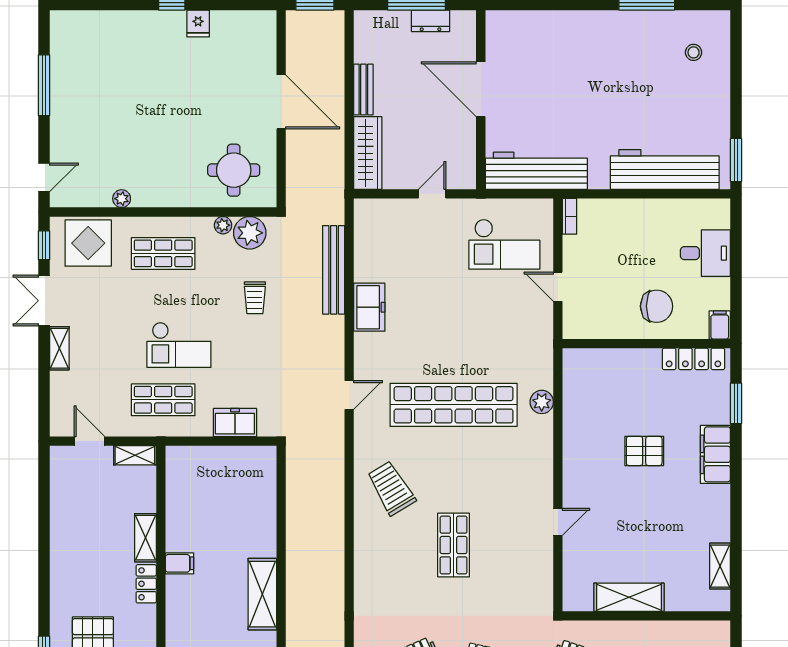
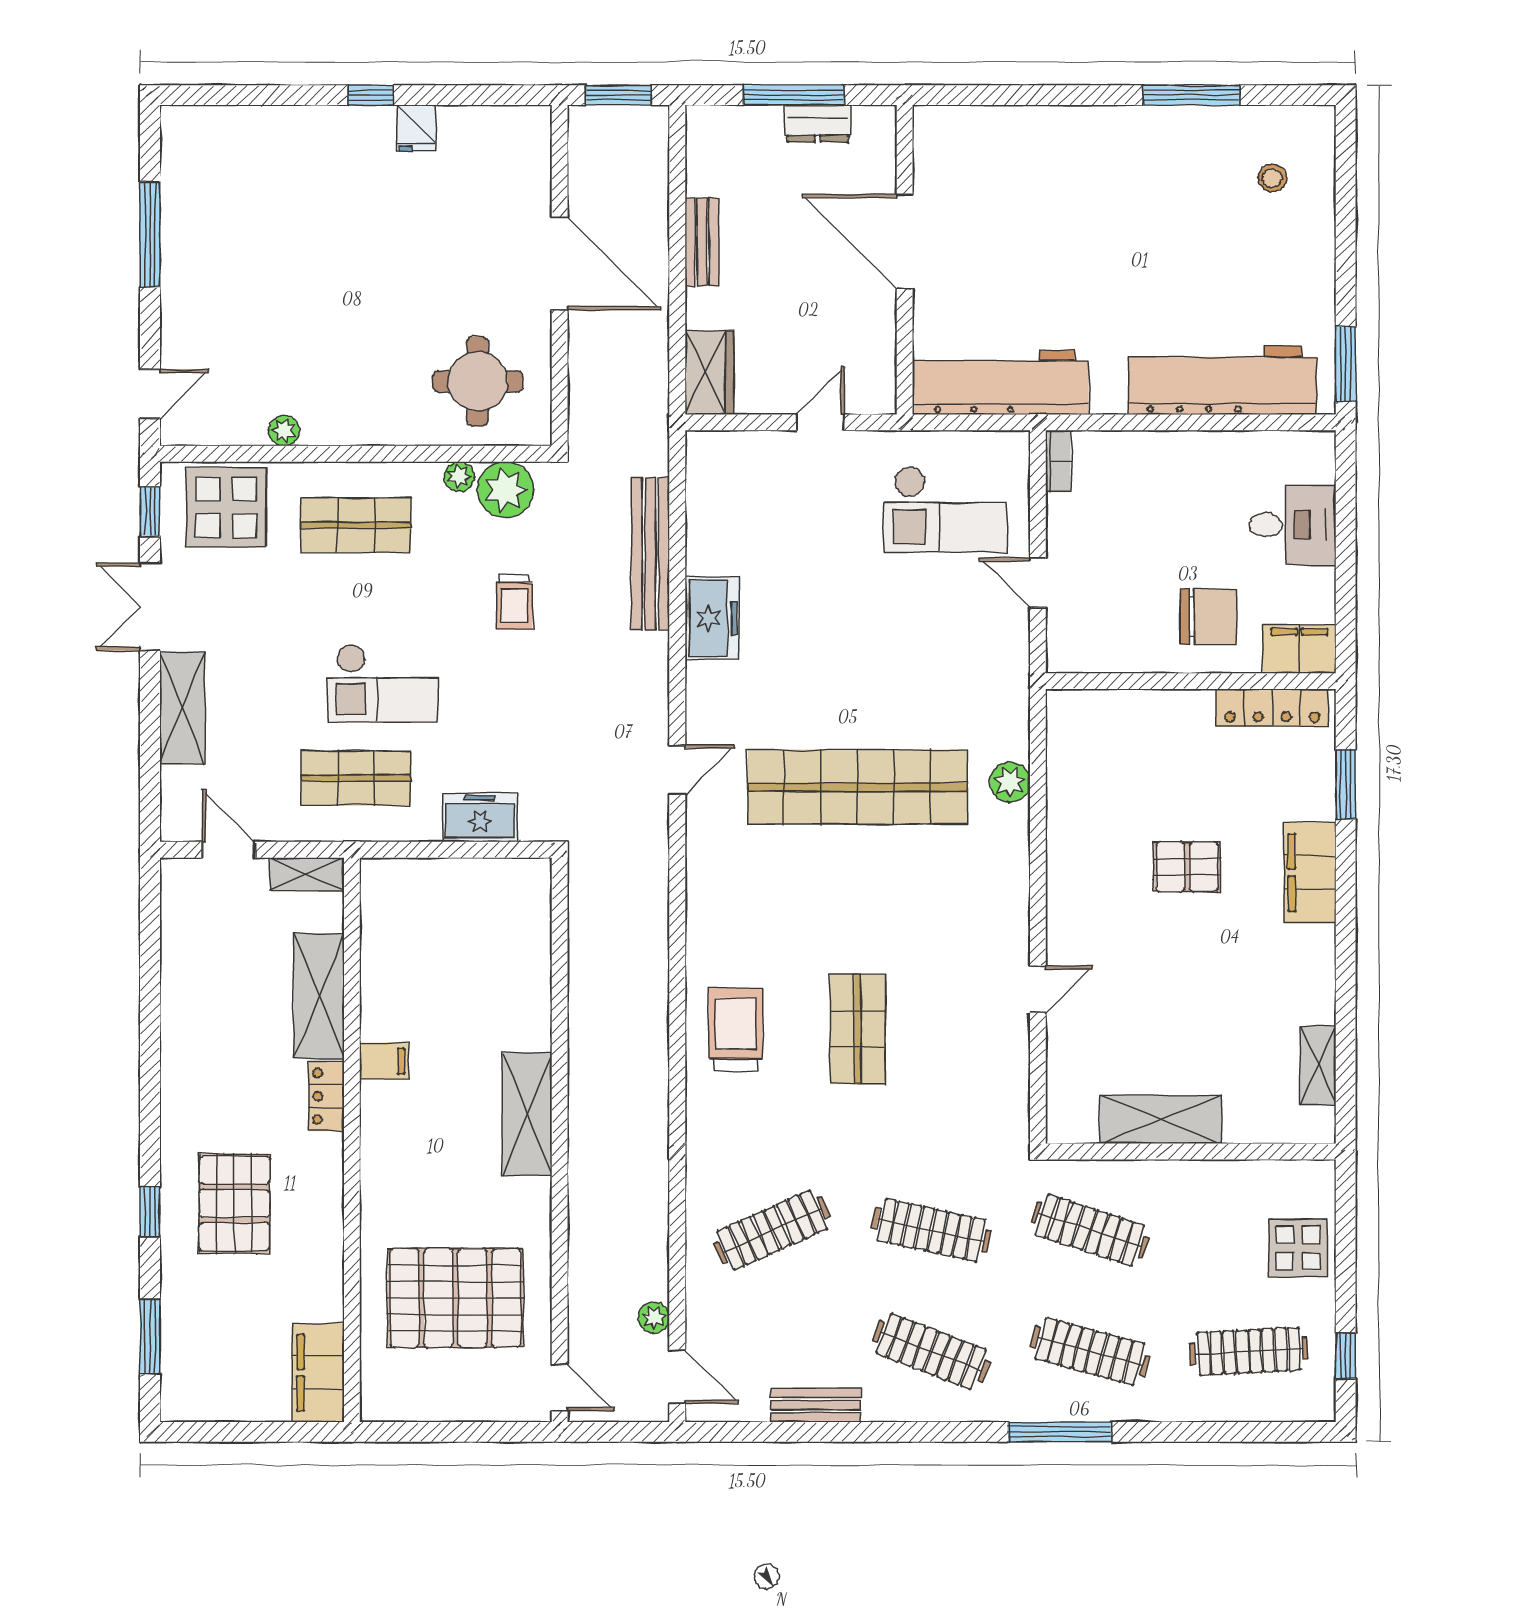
wardrobe: (368, 153) -> (709, 373), width x0.67
filing cabinet: (720, 325) -> (1299, 649), width x2.00
shelving: (59, 348) -> (182, 708), width x1.50, depth x1.33
trolley: (391, 488) -> (736, 1029), moved, turned 31
shelving: (145, 538) -> (319, 996), width x1.50, depth x1.33

